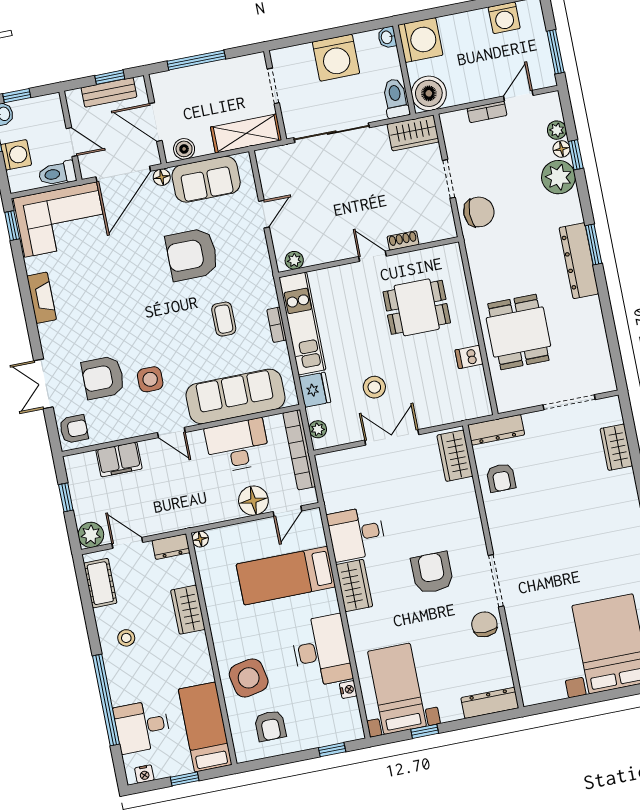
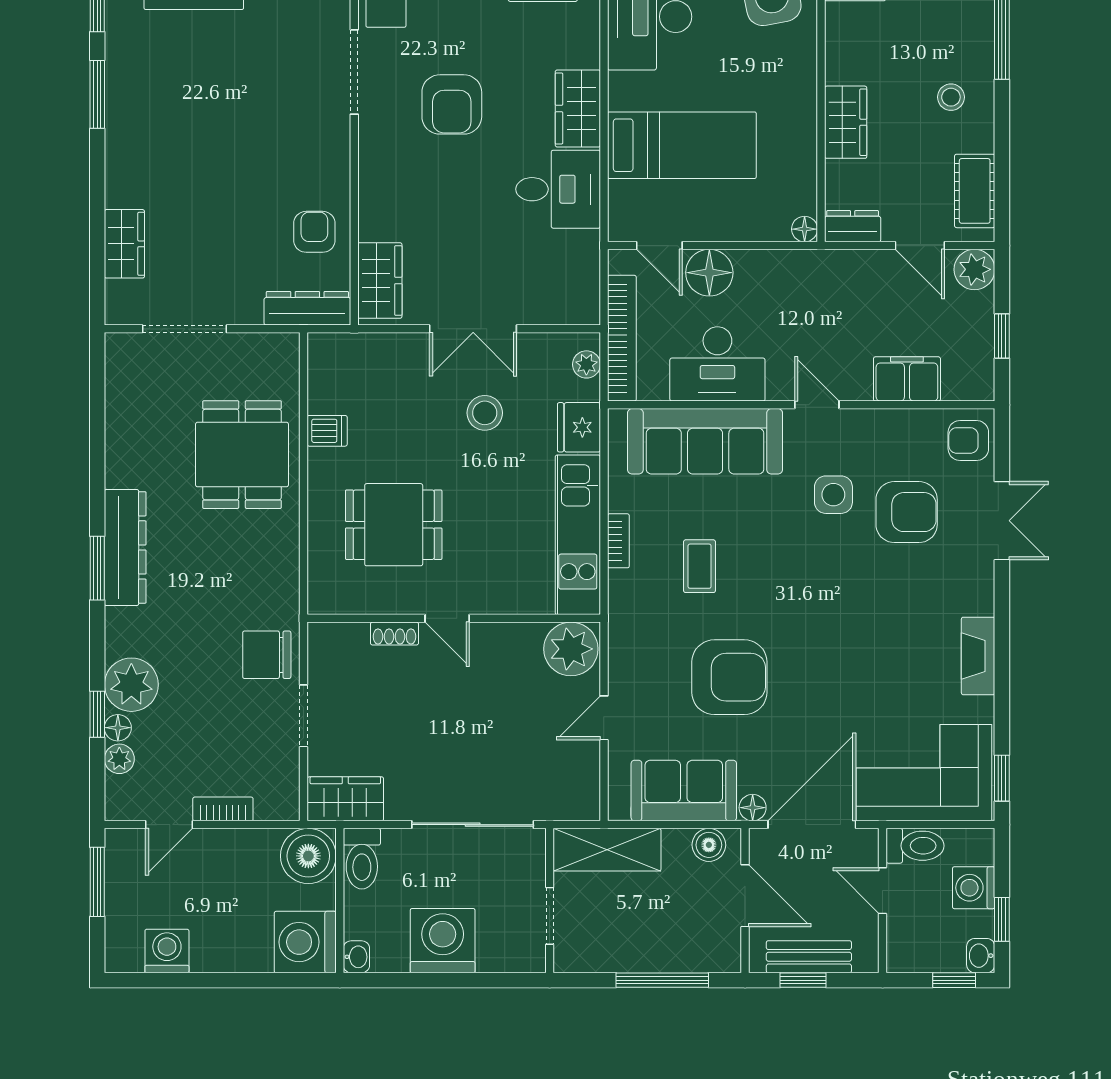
plant: (294, 260) -> (571, 649), width x1.88, depth x1.88
door: (287, 511) -> (659, 246), swing flipped

